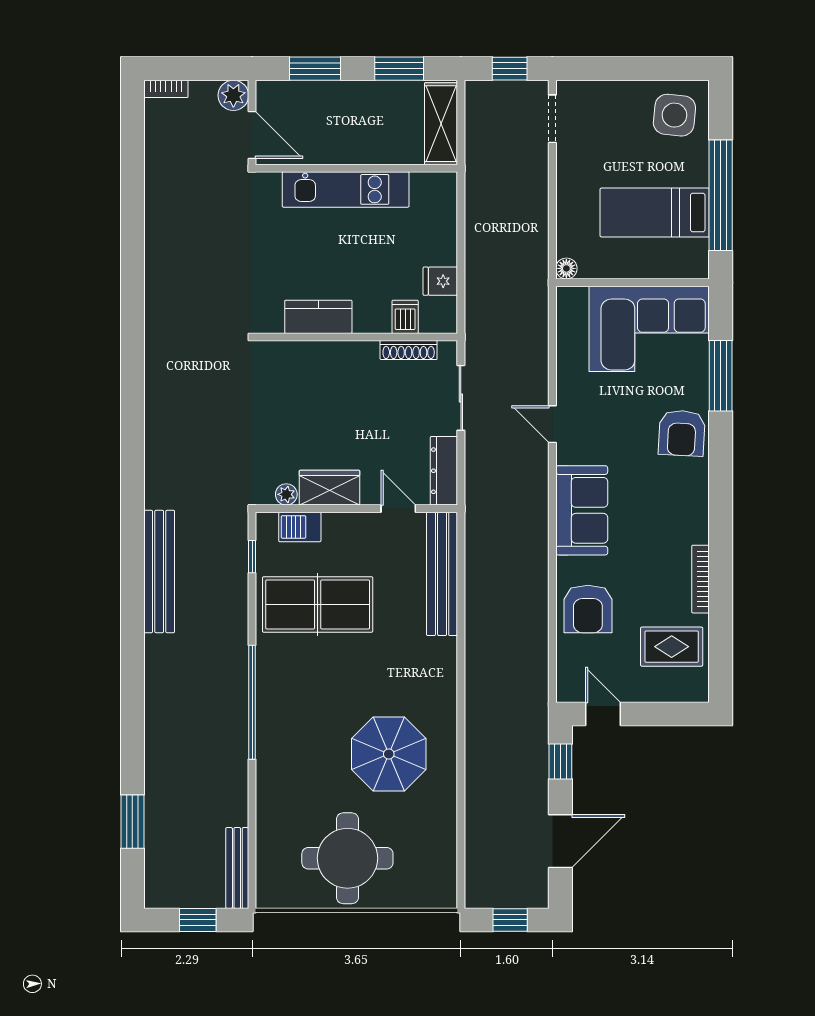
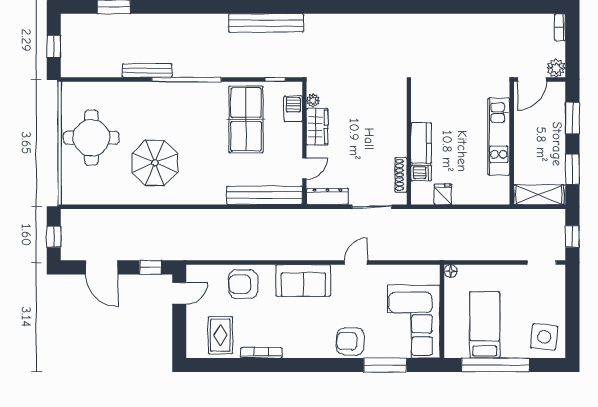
kitchen counter: (318, 317) -> (421, 143), moved
bench: (237, 868) -> (147, 71), moved

